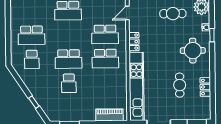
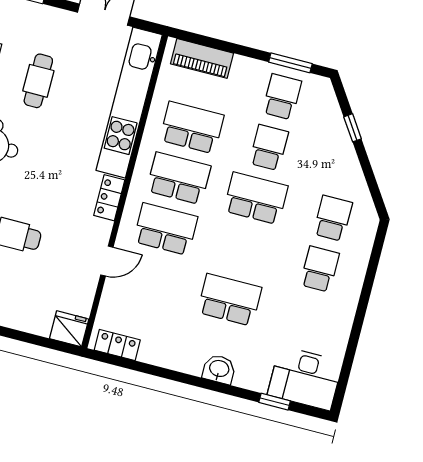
school desk: (31, 35) -> (320, 269), width x0.54
school desk: (106, 83) -> (192, 128), added
school desk: (69, 107) -> (282, 97), added

